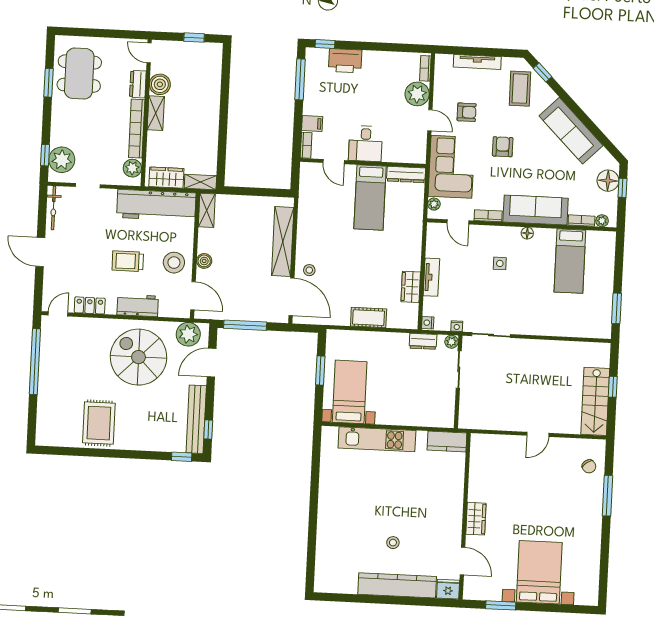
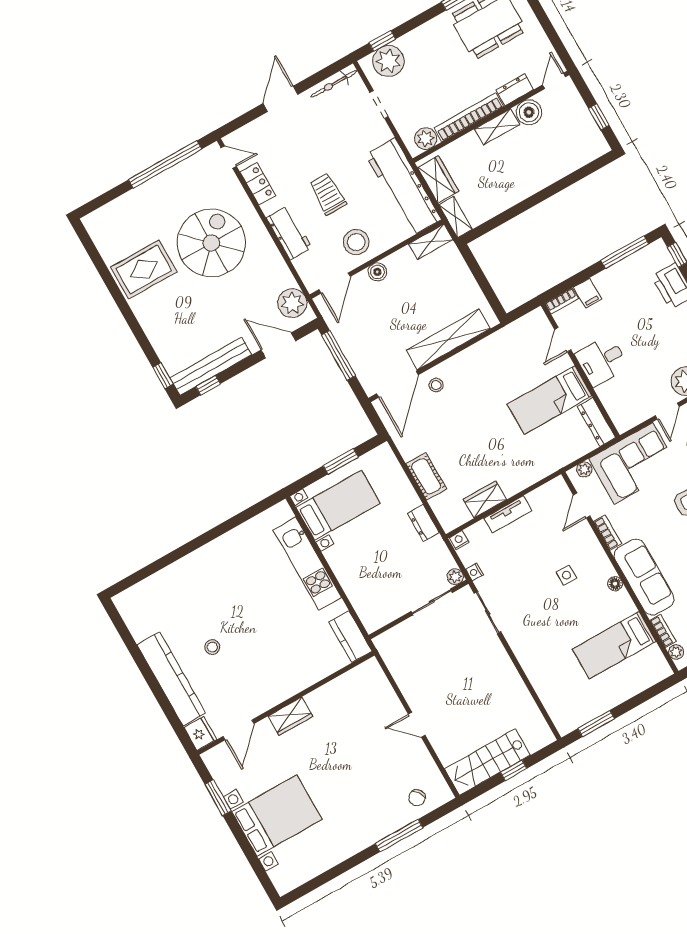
dresser: (423, 341) -> (423, 523), moved
spiral stairs: (139, 357) -> (211, 243), moved

